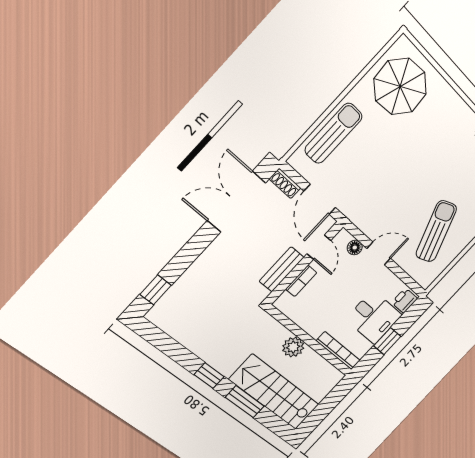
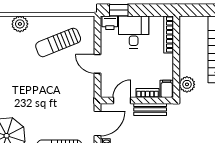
floor lamp: (355, 248) -> (106, 80), removed
filing cabinet: (287, 305) -> (167, 89), added
window: (387, 341) -> (119, 10), moved
plant: (293, 347) -> (187, 84), moved

